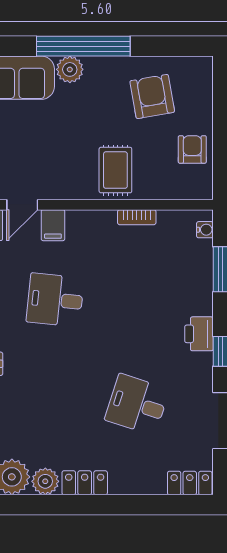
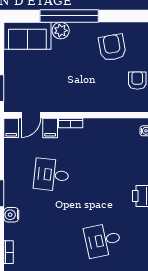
rug: (115, 170) -> (89, 93), removed
bookcase: (137, 217) -> (71, 123), moved
desk: (137, 404) -> (103, 240), turned -30

